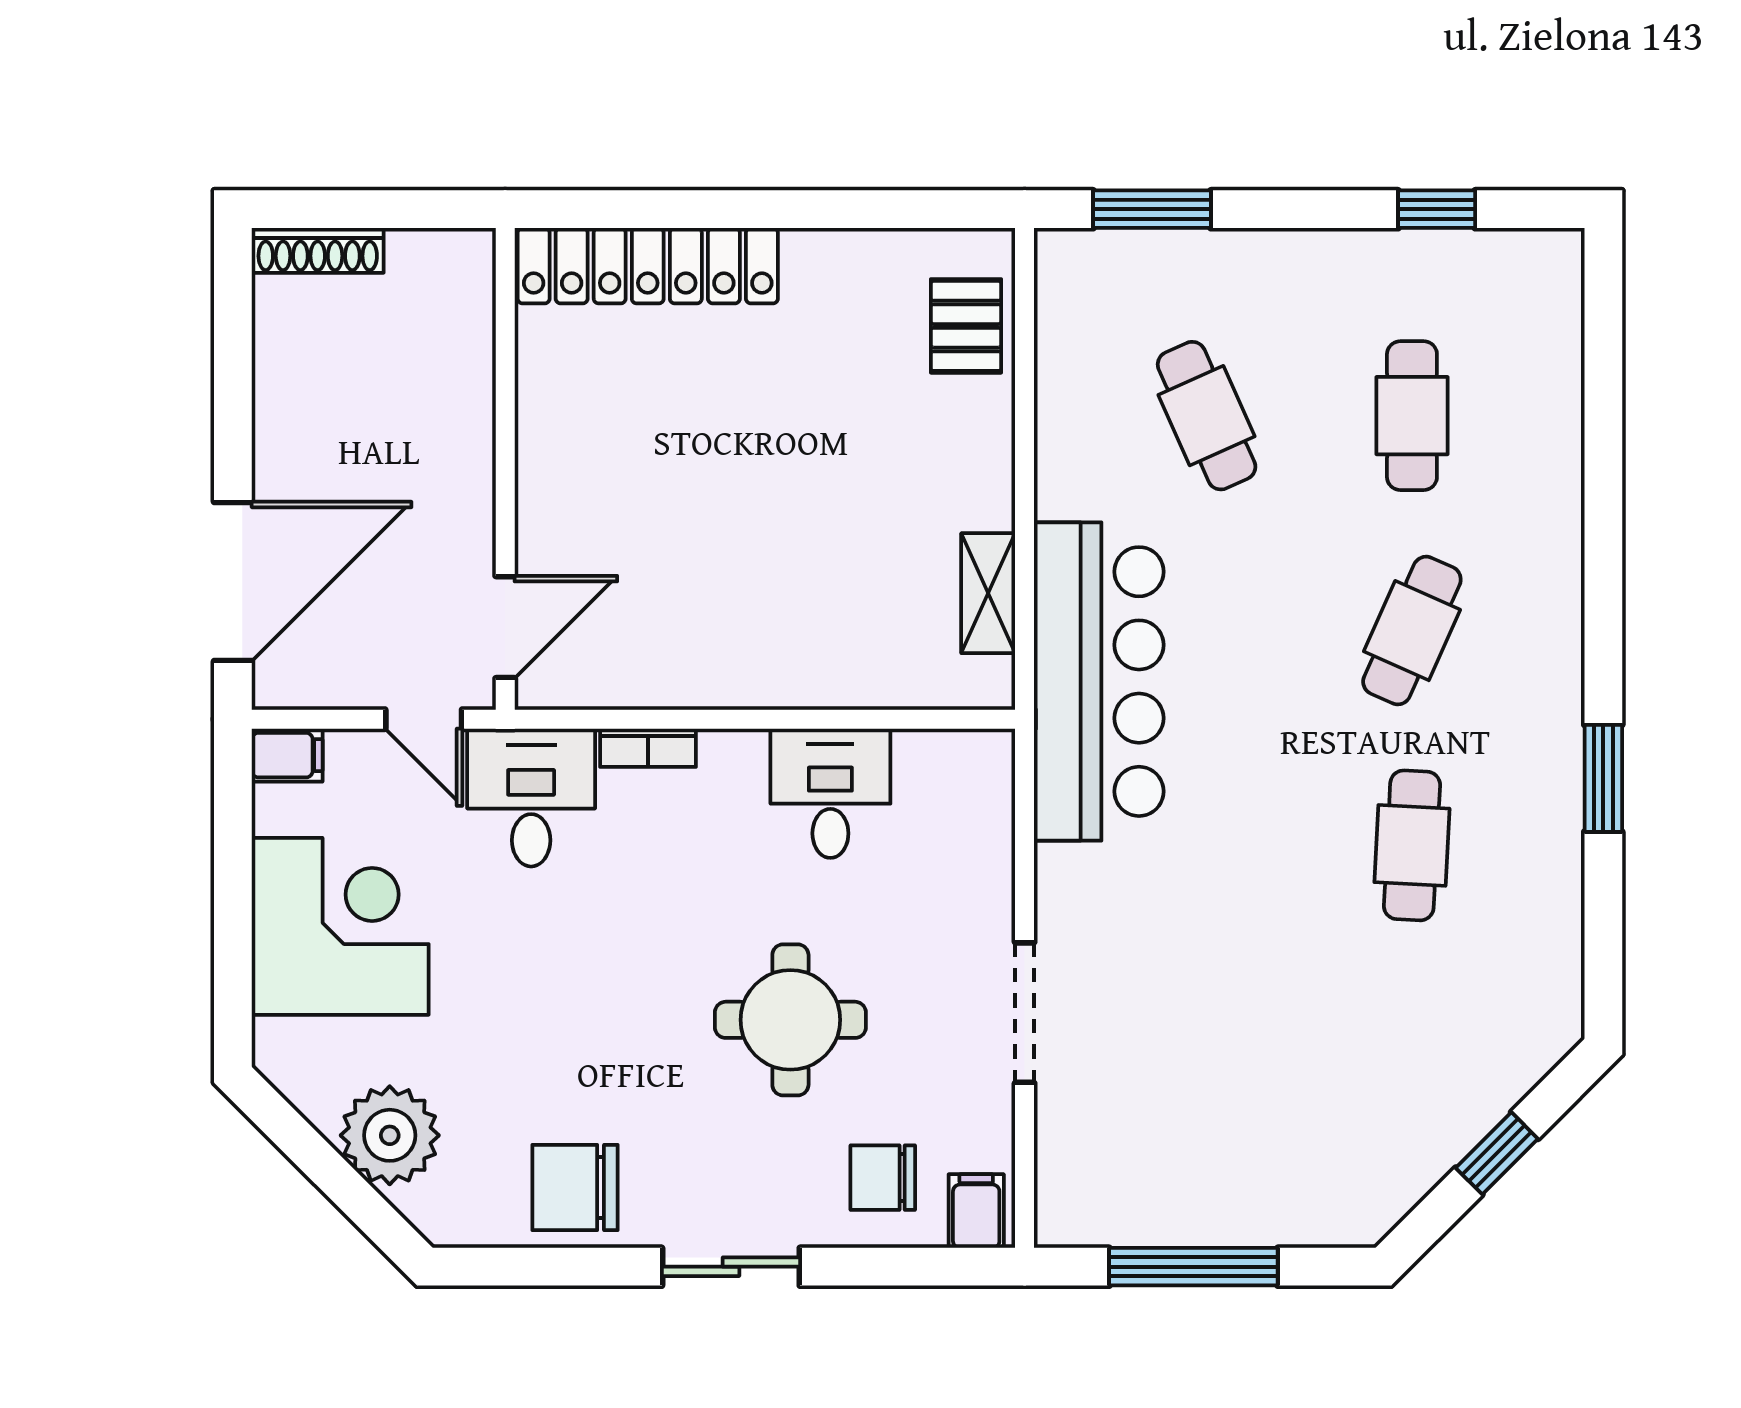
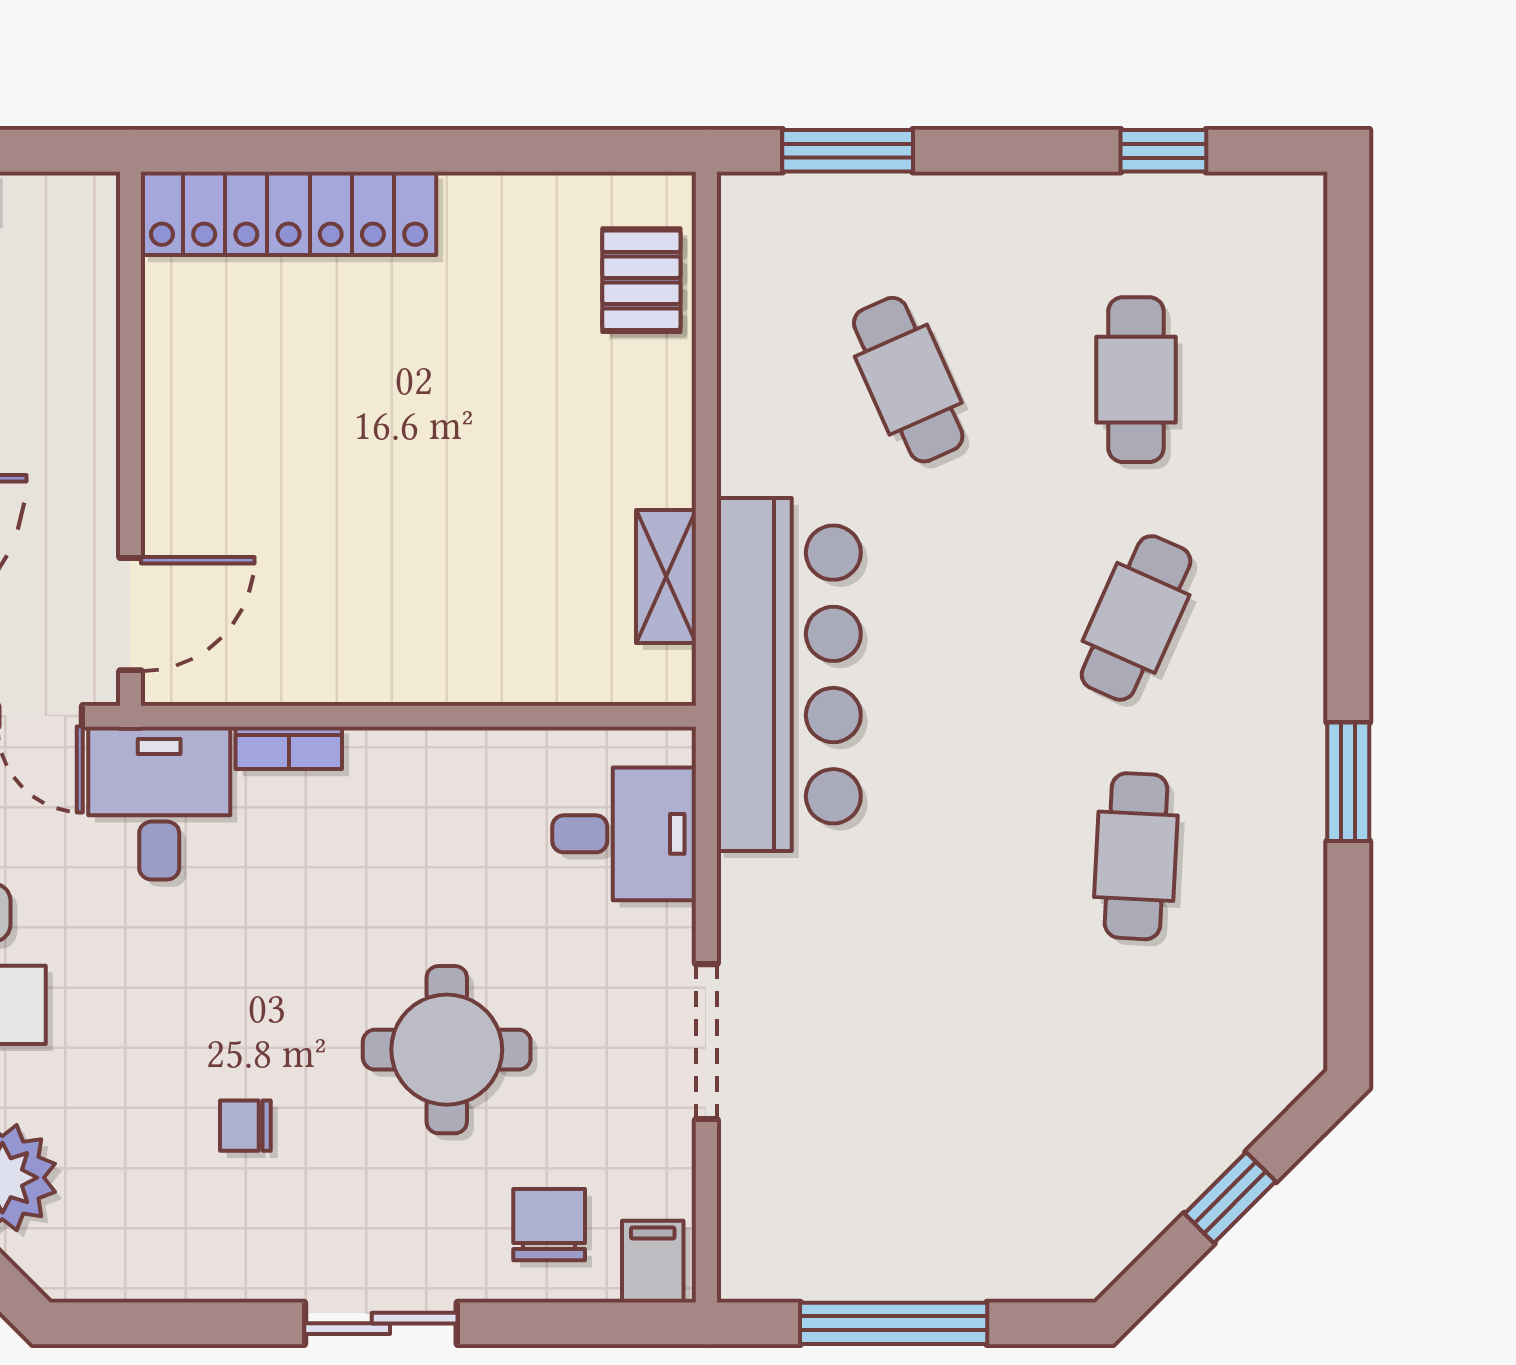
desk: (830, 793) -> (624, 834), moved, turned 90
chair: (883, 1178) -> (549, 1225), turned 90
chair: (575, 1187) -> (245, 1126), moved, width x0.54, depth x0.54

